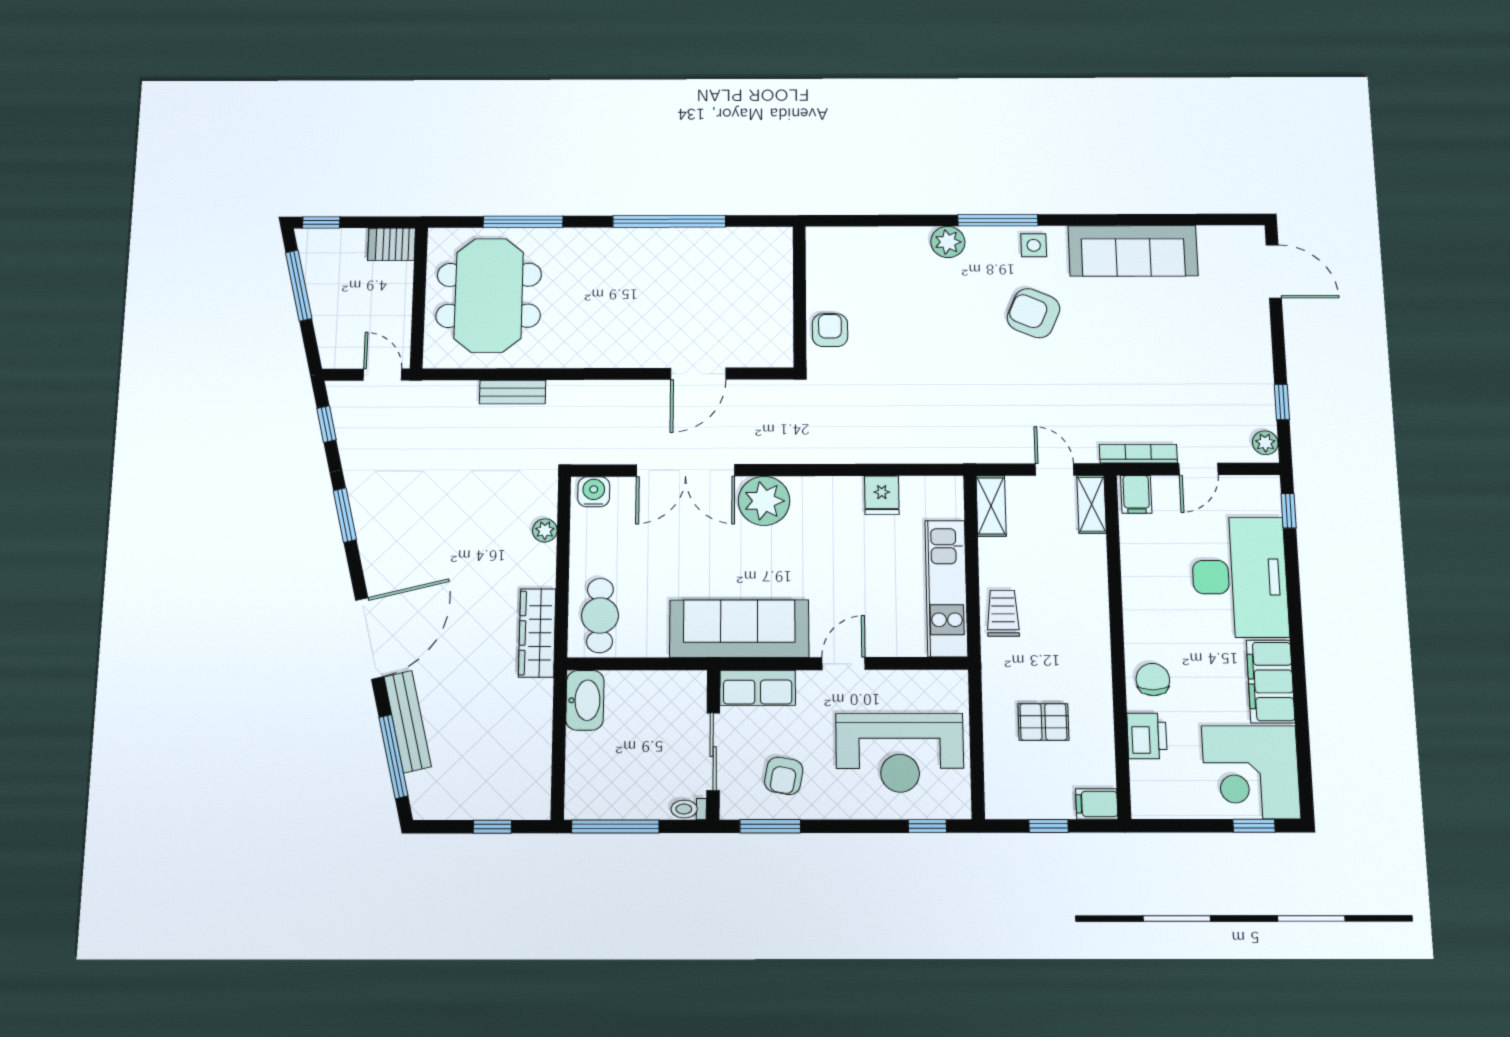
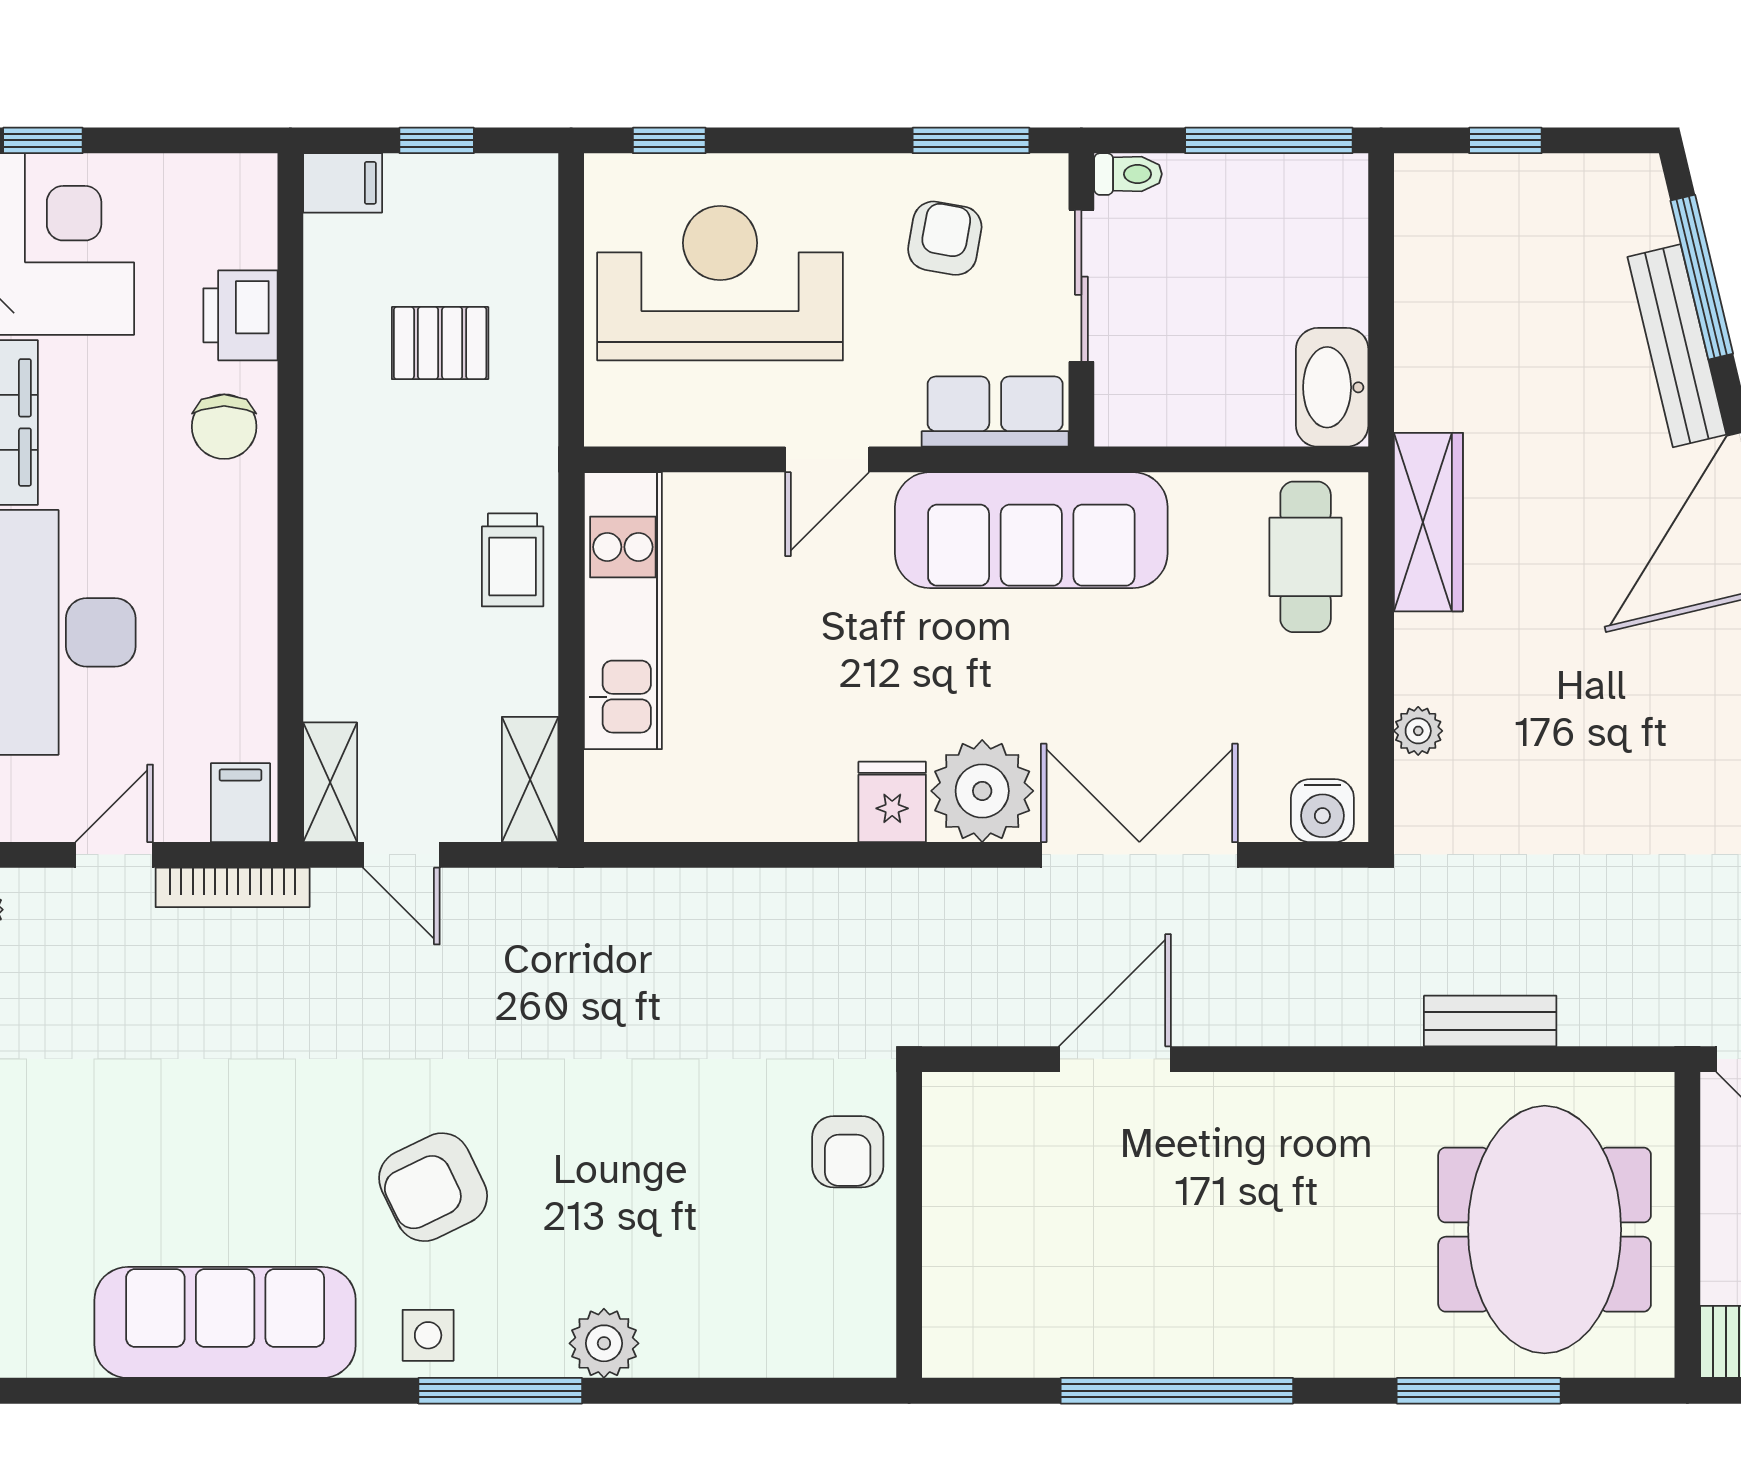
armchair: (1033, 313) -> (433, 1187), turned 131
fridge: (882, 495) -> (892, 802), moved

